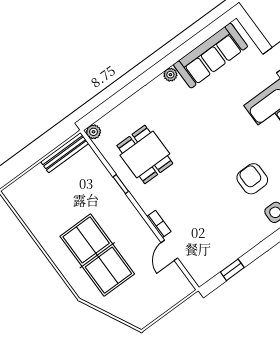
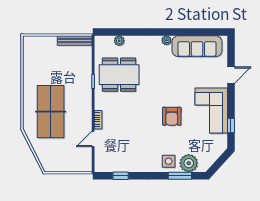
plant: (94, 132) -> (119, 41), moved
dining table: (145, 154) -> (119, 75), width x1.37
armchair: (252, 179) -> (172, 116), moved, turned 180

